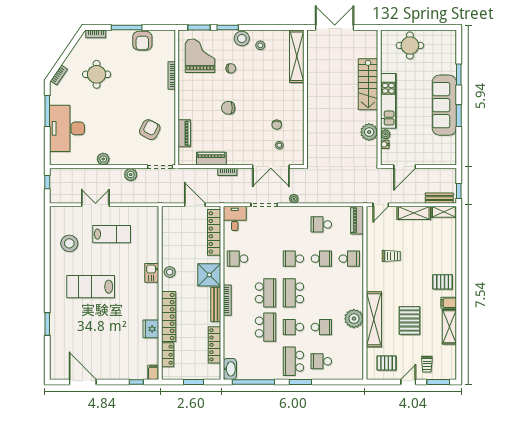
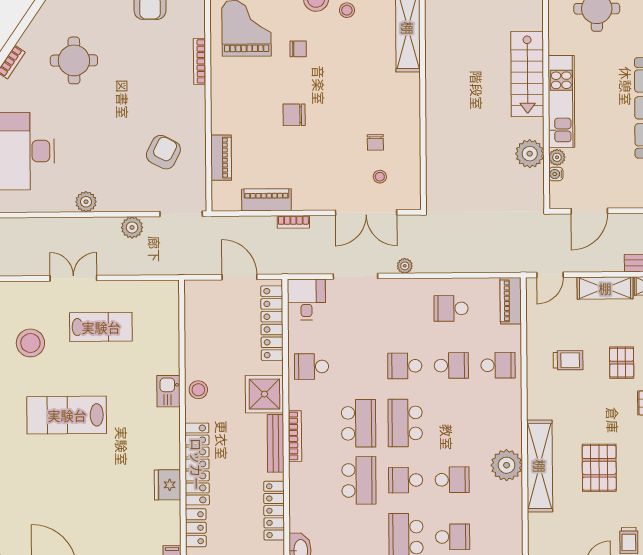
school desk: (321, 361) -> (453, 537), turned 180
pallet: (387, 363) -> (622, 363), moved, turned 90

